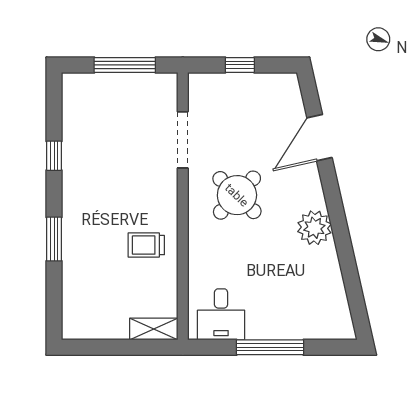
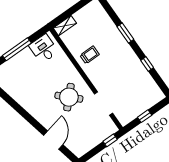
window: (125, 65) -> (145, 116), width x0.46
window: (240, 65) -> (110, 140), moved
plant: (314, 228) -> (32, 105), removed

